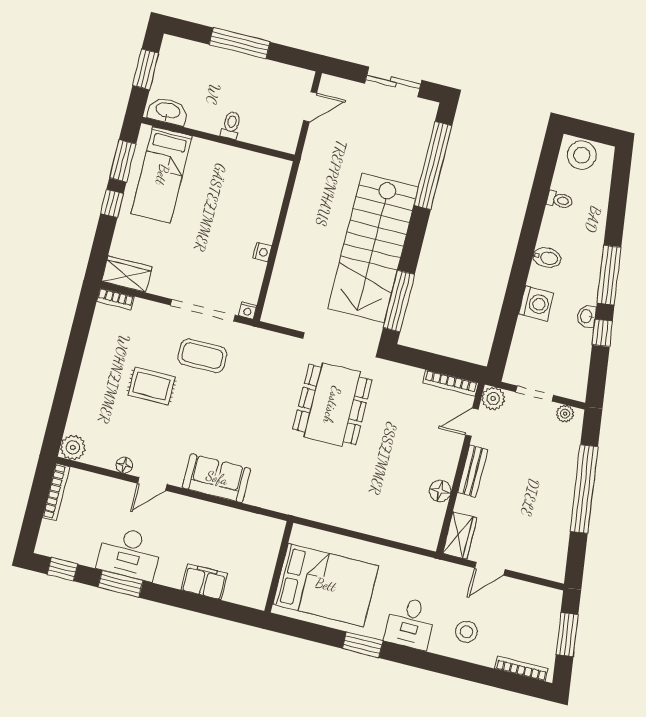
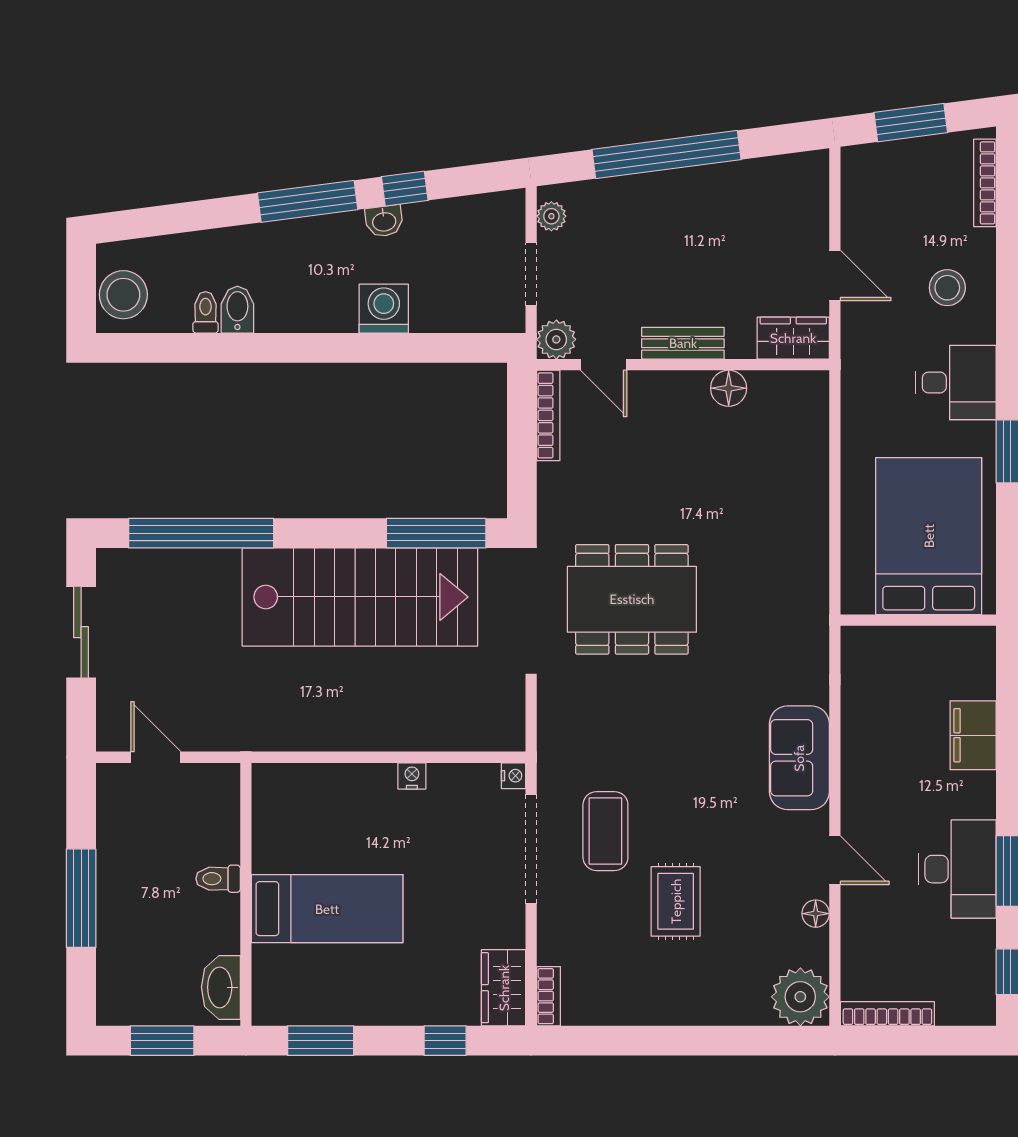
bed: (162, 175) -> (327, 909), moved
window: (112, 204) -> (445, 1041), moved
bidet: (547, 258) -> (237, 310), moved
plant: (73, 447) -> (800, 997), width x1.36, depth x1.36

